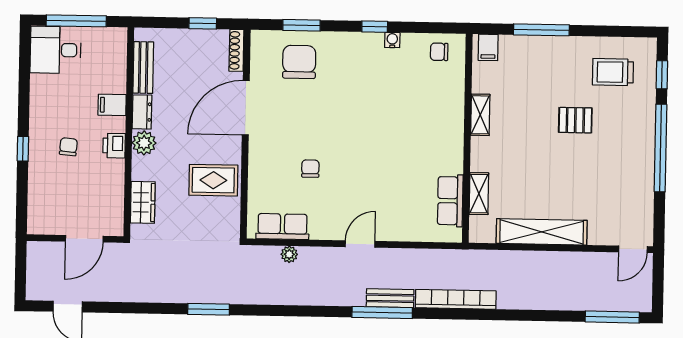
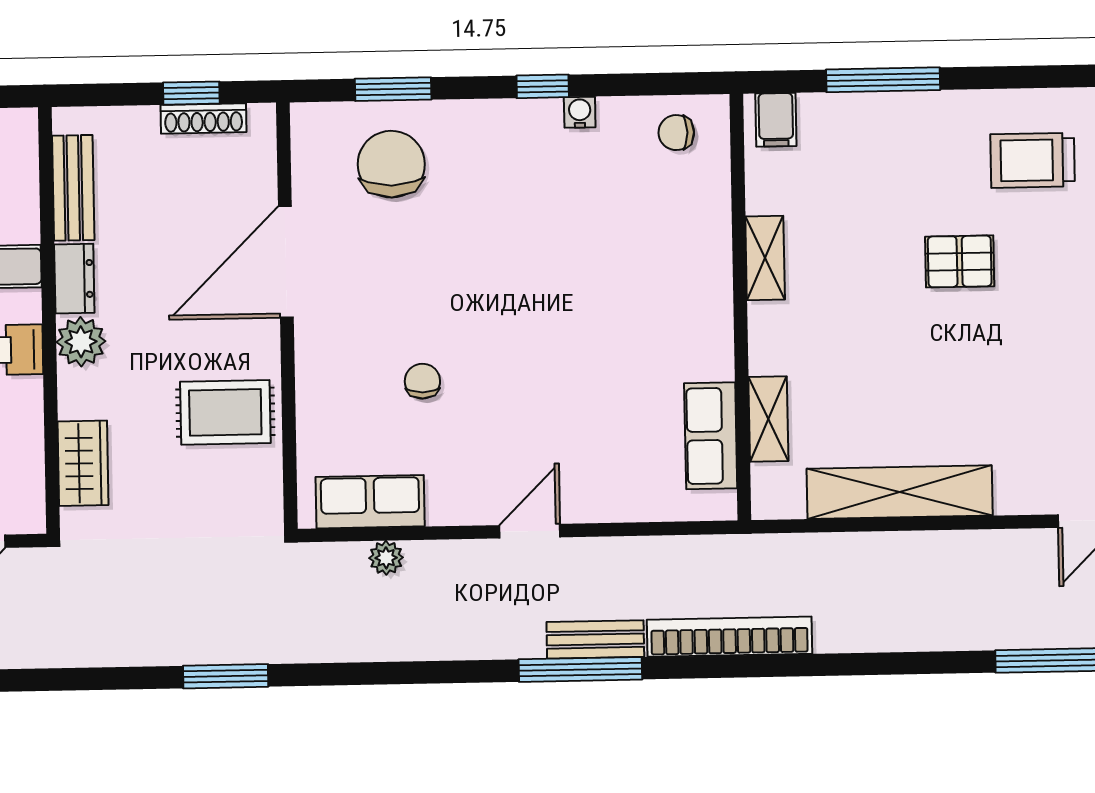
shoe rack: (236, 50) -> (204, 119), moved, turned -90

